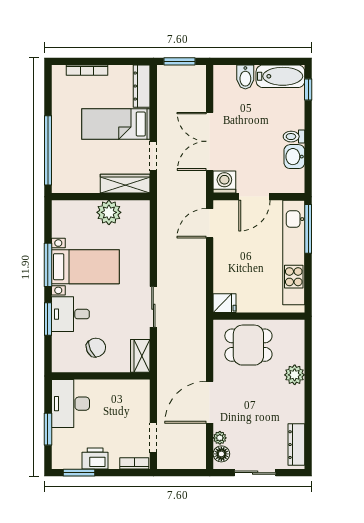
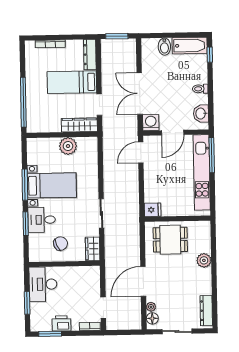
washbasin: (294, 157) -> (201, 114), moved

